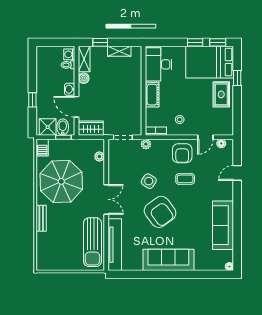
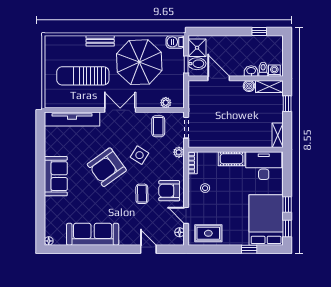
shelving: (119, 51) -> (278, 135), moved
washbasin: (70, 89) -> (251, 71), moved
rug: (221, 94) -> (208, 233), moved
window: (32, 100) -> (259, 32), moved
door: (76, 107) -> (219, 78), hinge flipped
wardrobe: (91, 128) -> (196, 94), removed
coffee table: (122, 164) -> (158, 126), added
double door: (106, 199) -> (120, 110), swing flipped
sun lounger: (92, 242) -> (83, 76), moved
sofa: (168, 260) -> (56, 176), width x0.73

